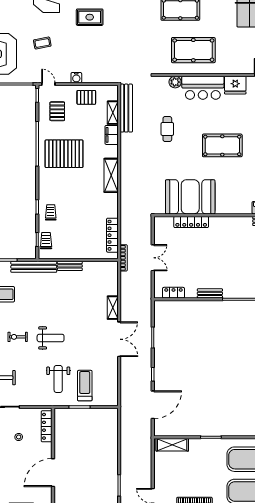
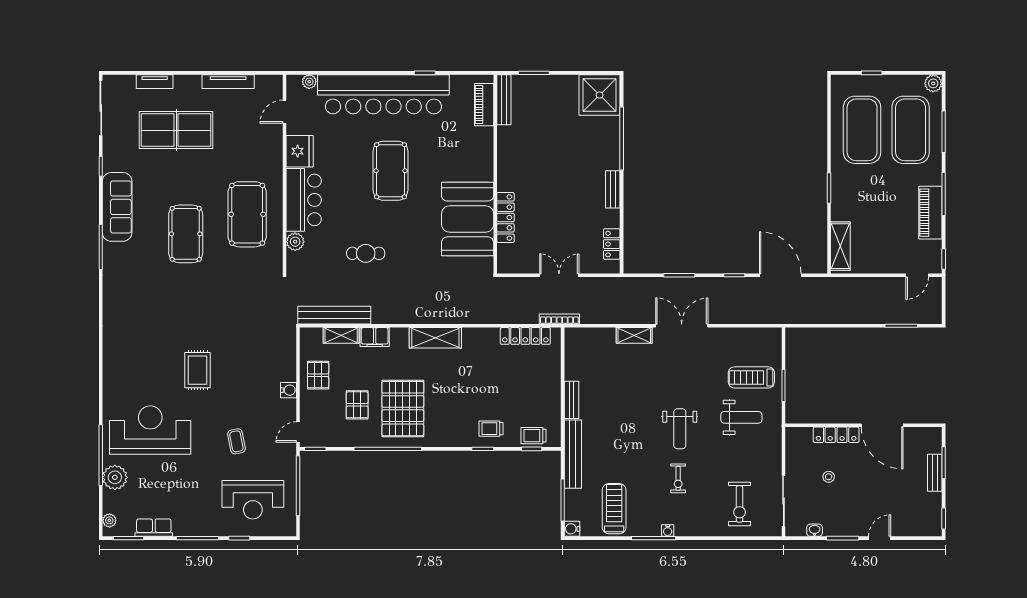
pallet: (57, 111) -> (357, 405), moved, turned 90
weight bench: (51, 338) -> (680, 429), turned 180
locker: (47, 426) -> (836, 435), moved

